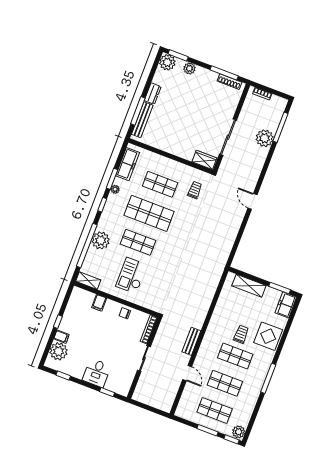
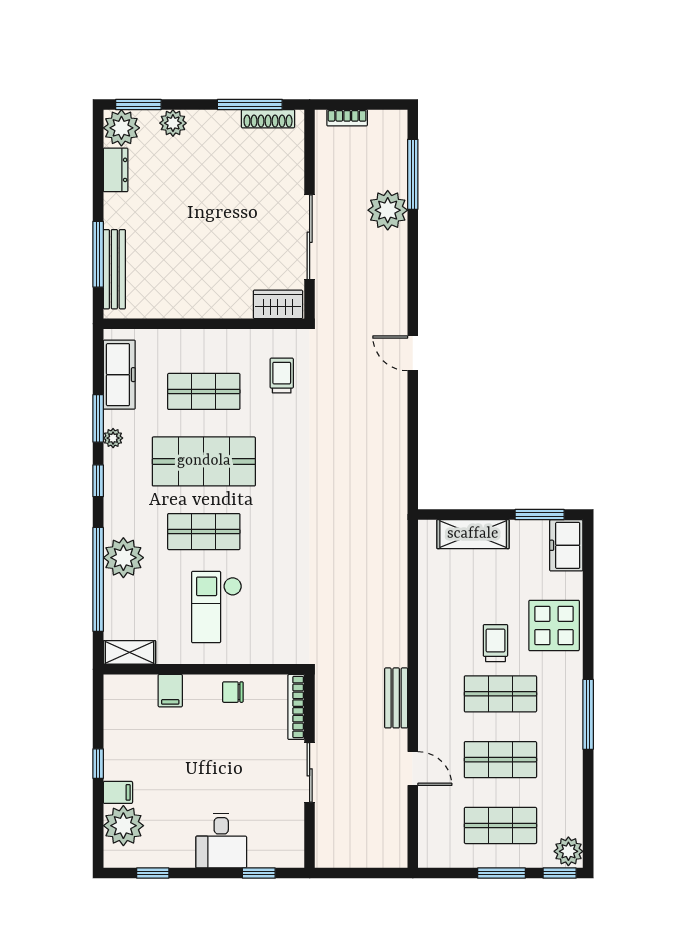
dresser: (153, 94) -> (116, 170), moved

